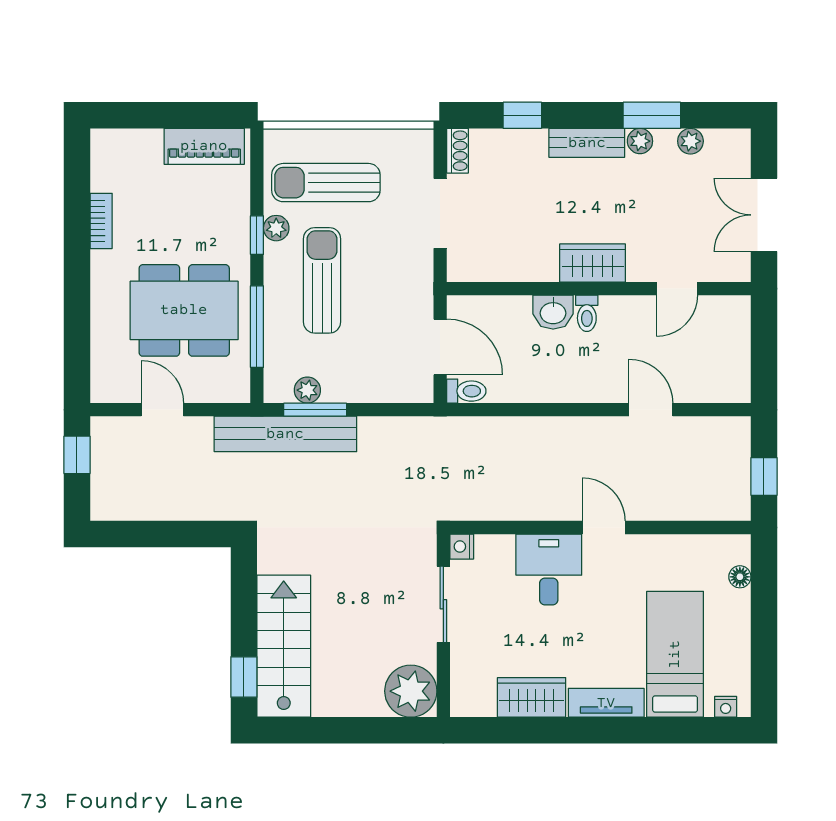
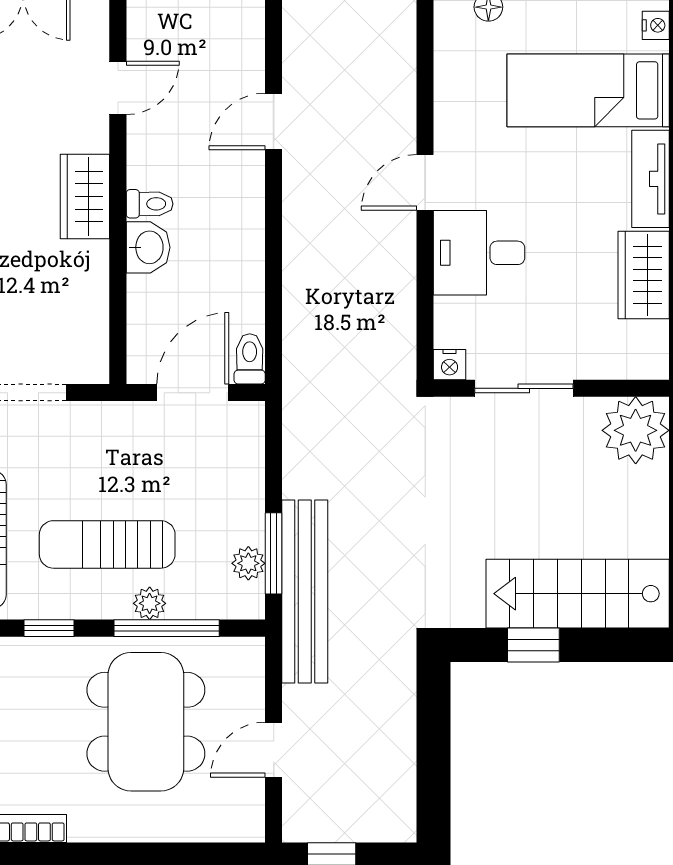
plant: (276, 228) -> (150, 603), moved
door: (677, 289) -> (118, 88), hinge flipped
window: (244, 677) -> (533, 645), moved

